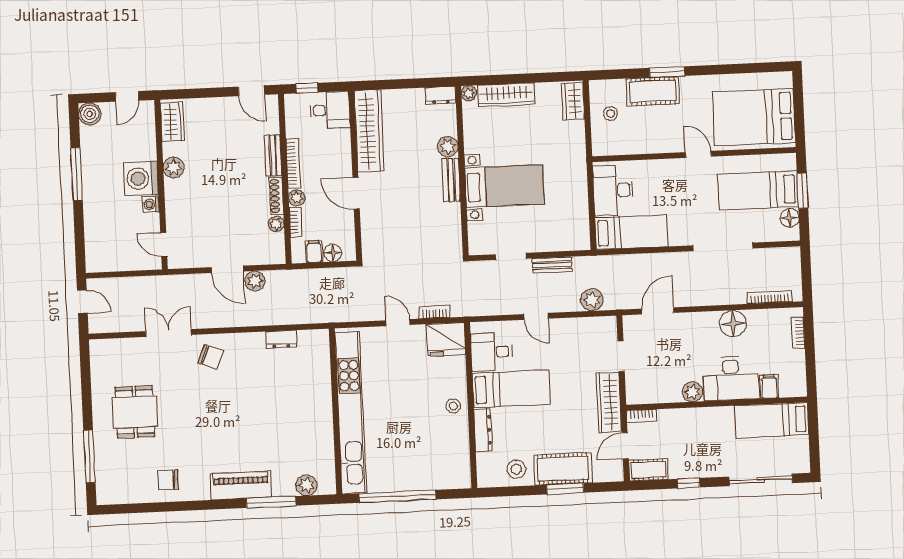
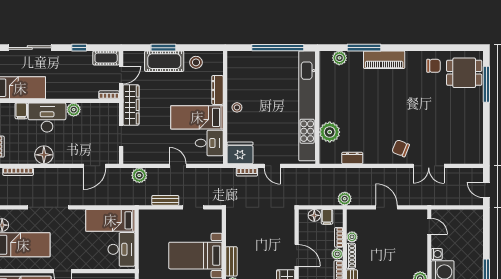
plant: (255, 281) -> (345, 199), moved
plant: (316, 376) -> (330, 132), added
dining table: (135, 412) -> (464, 73), moved, turned 90

